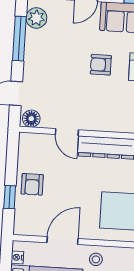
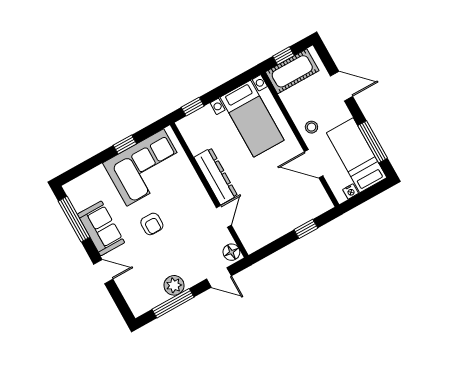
plant: (36, 18) -> (174, 285), moved
armchair: (32, 184) -> (284, 217), removed

